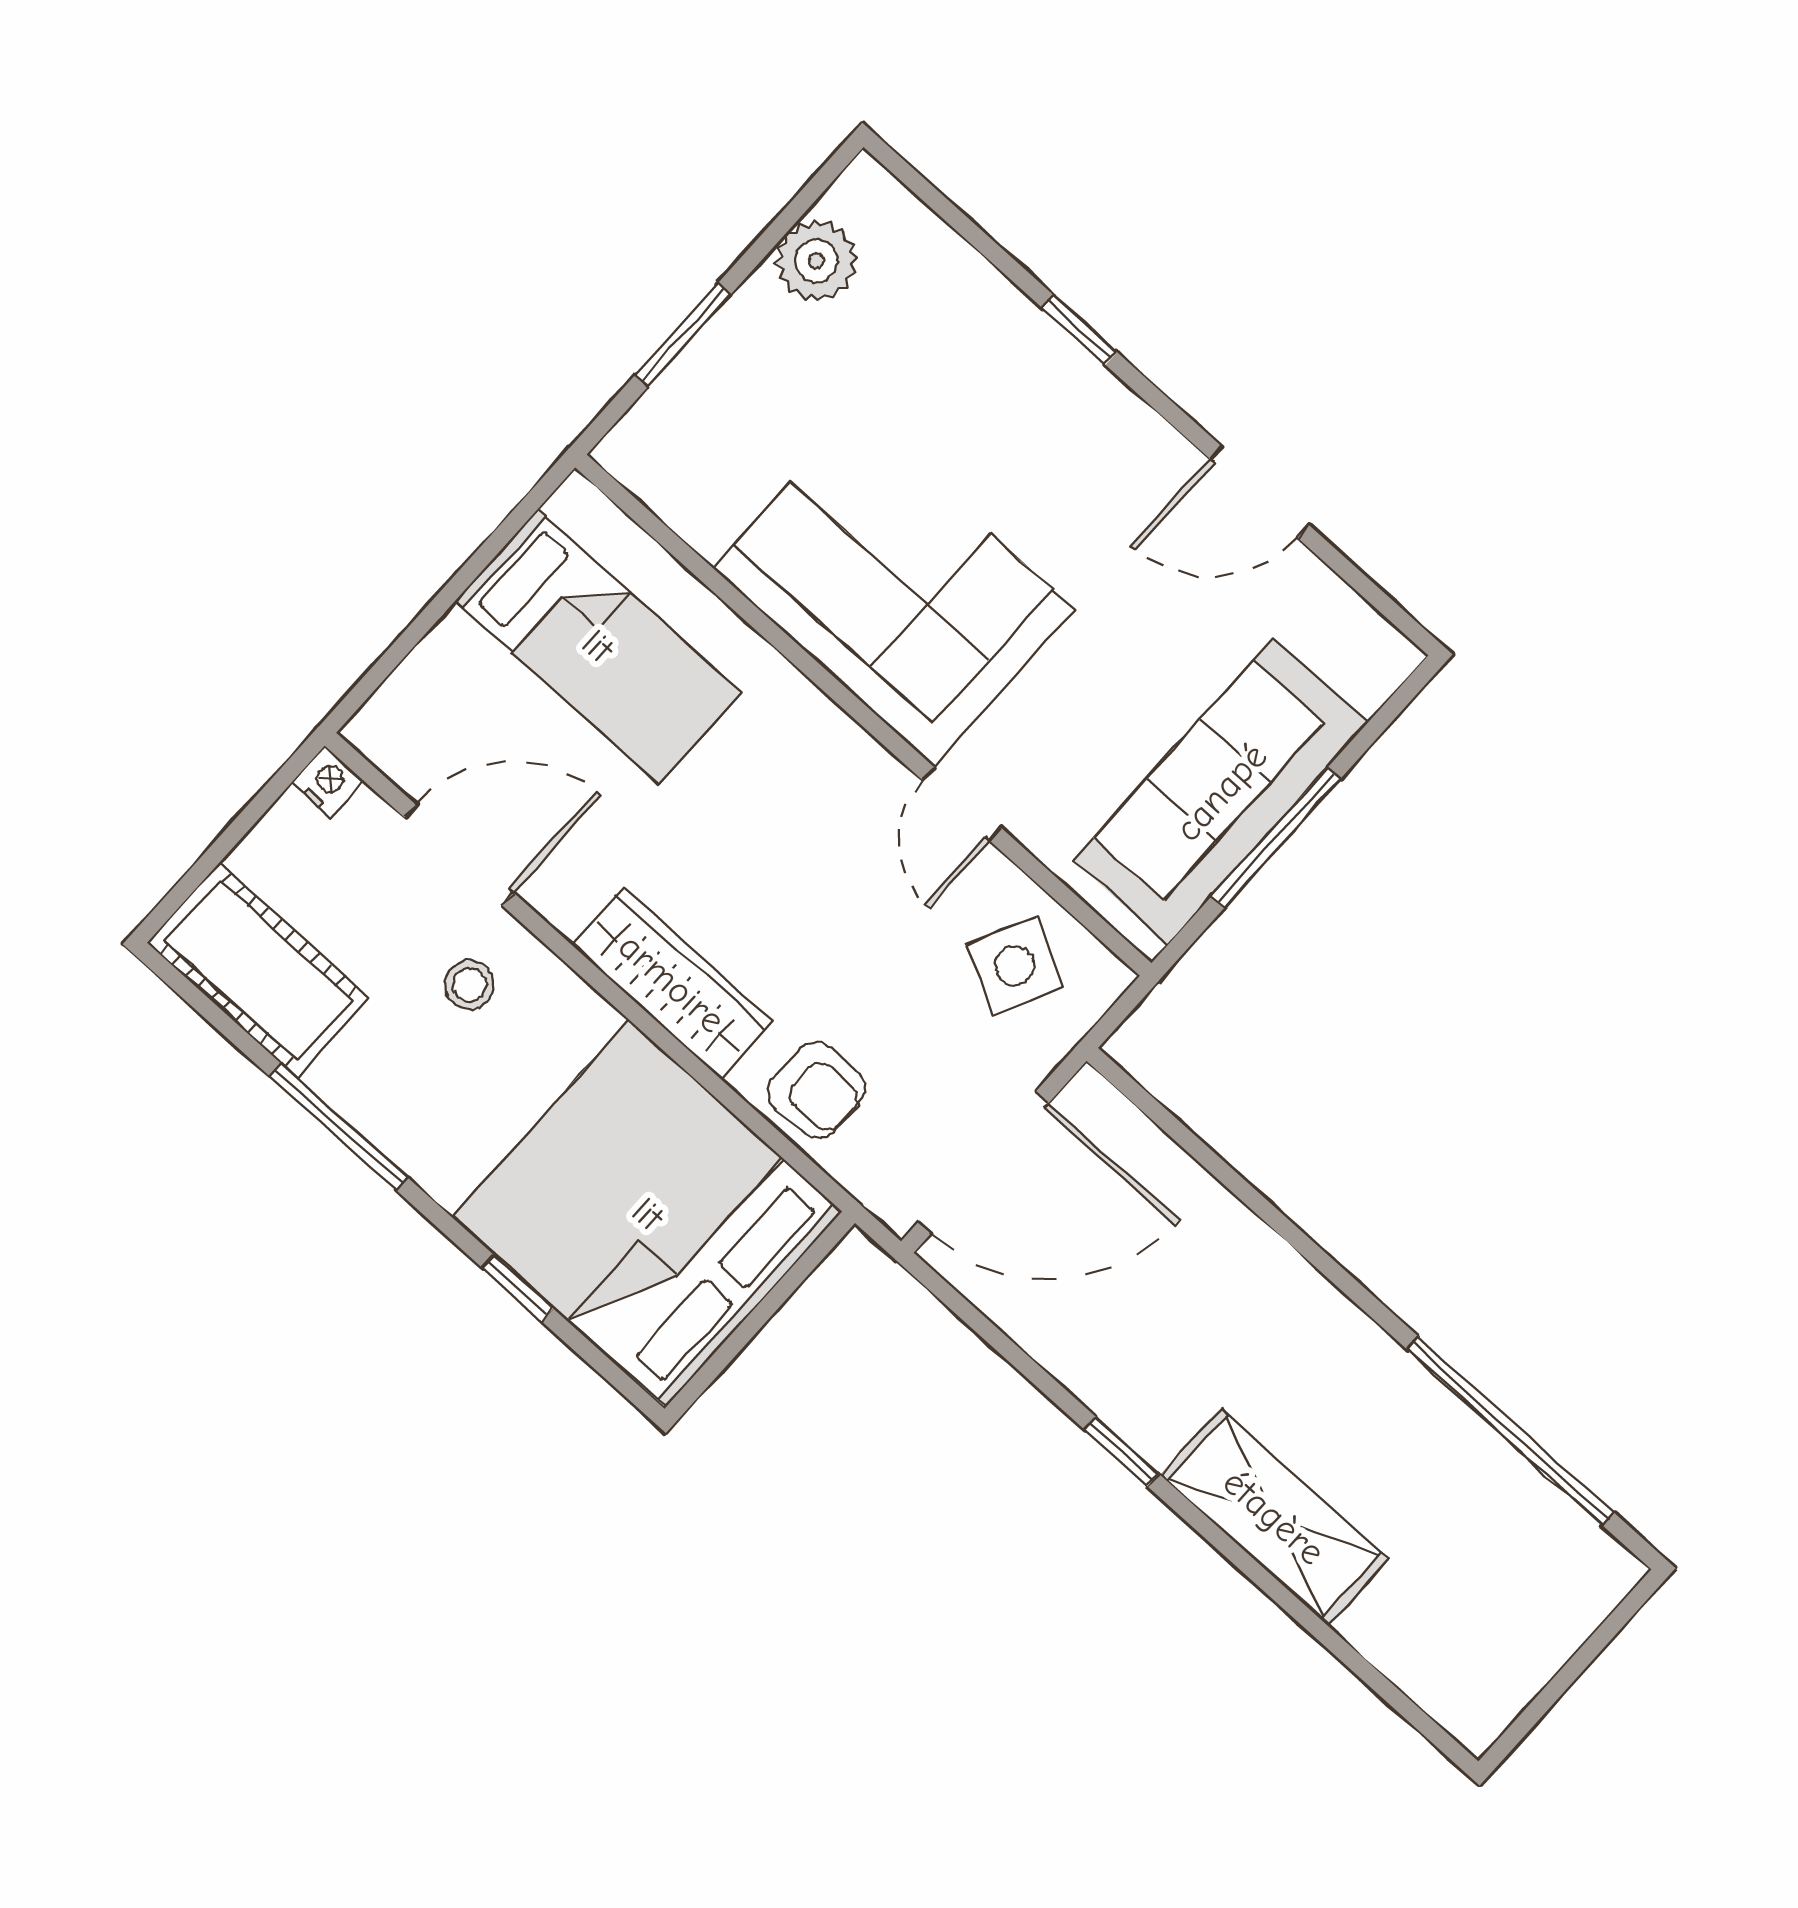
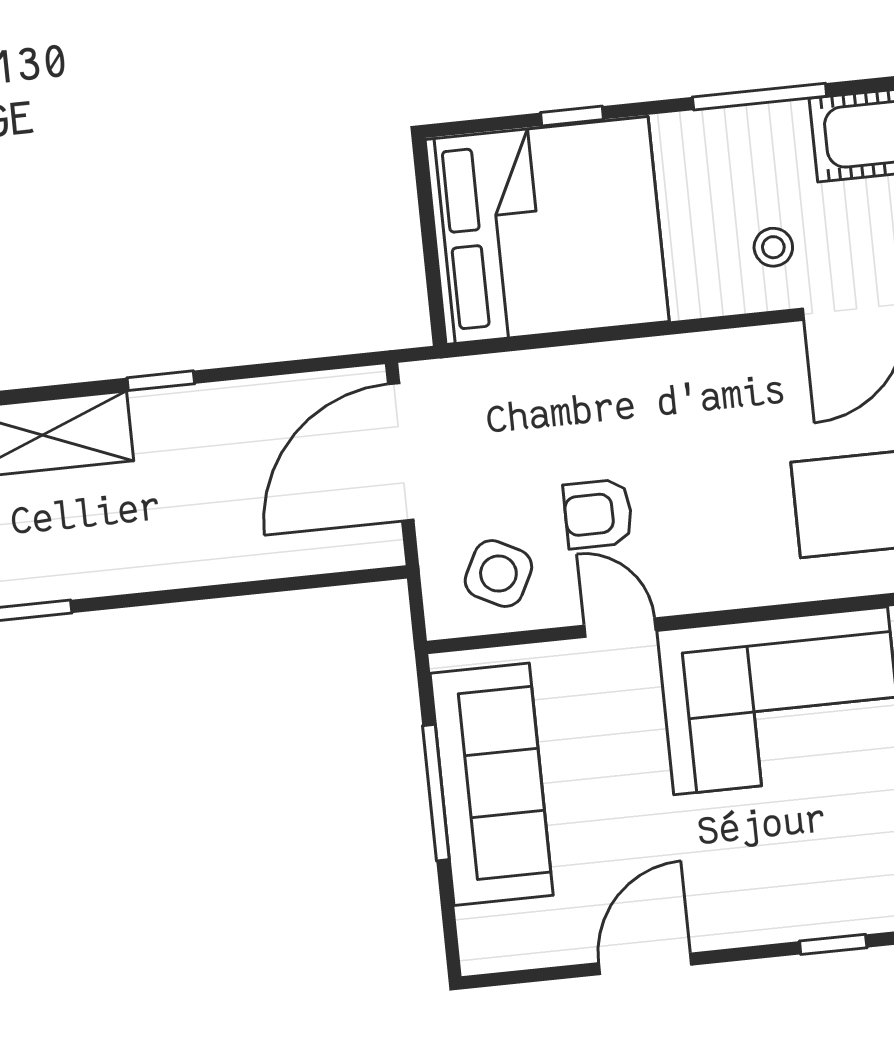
wardrobe: (672, 983) -> (668, 366), removed
armchair: (816, 1090) -> (598, 514), moved

